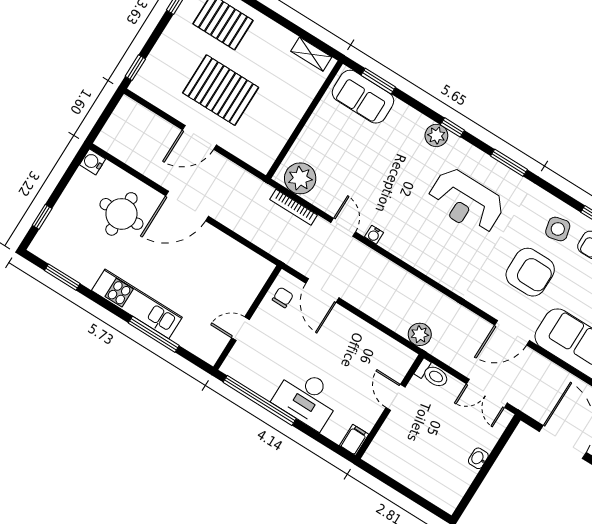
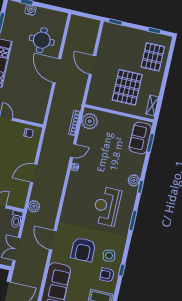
pallet: (221, 90) -> (127, 87), moved
water cooler: (93, 162) -> (30, 10), moved
door: (322, 291) -> (34, 173), moved
door: (512, 333) -> (53, 240), moved

